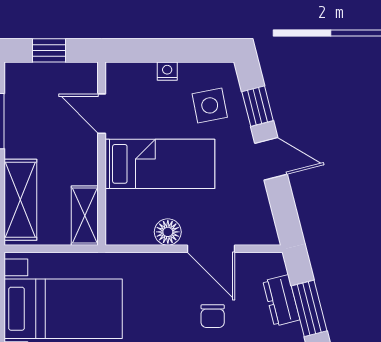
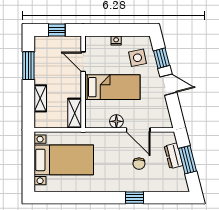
shelving: (20, 200) -> (40, 98), width x0.67, depth x0.75

